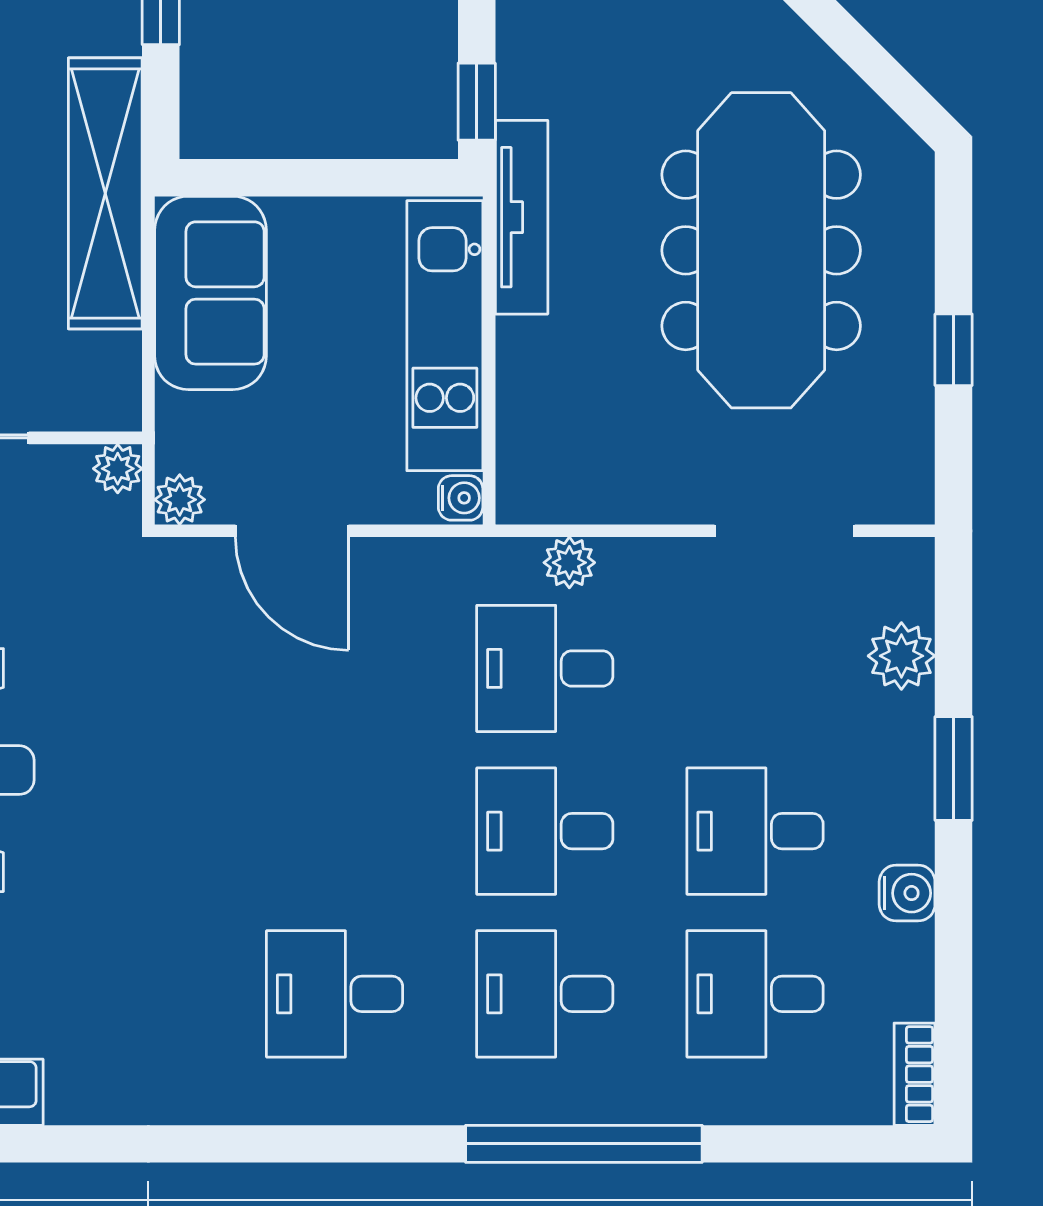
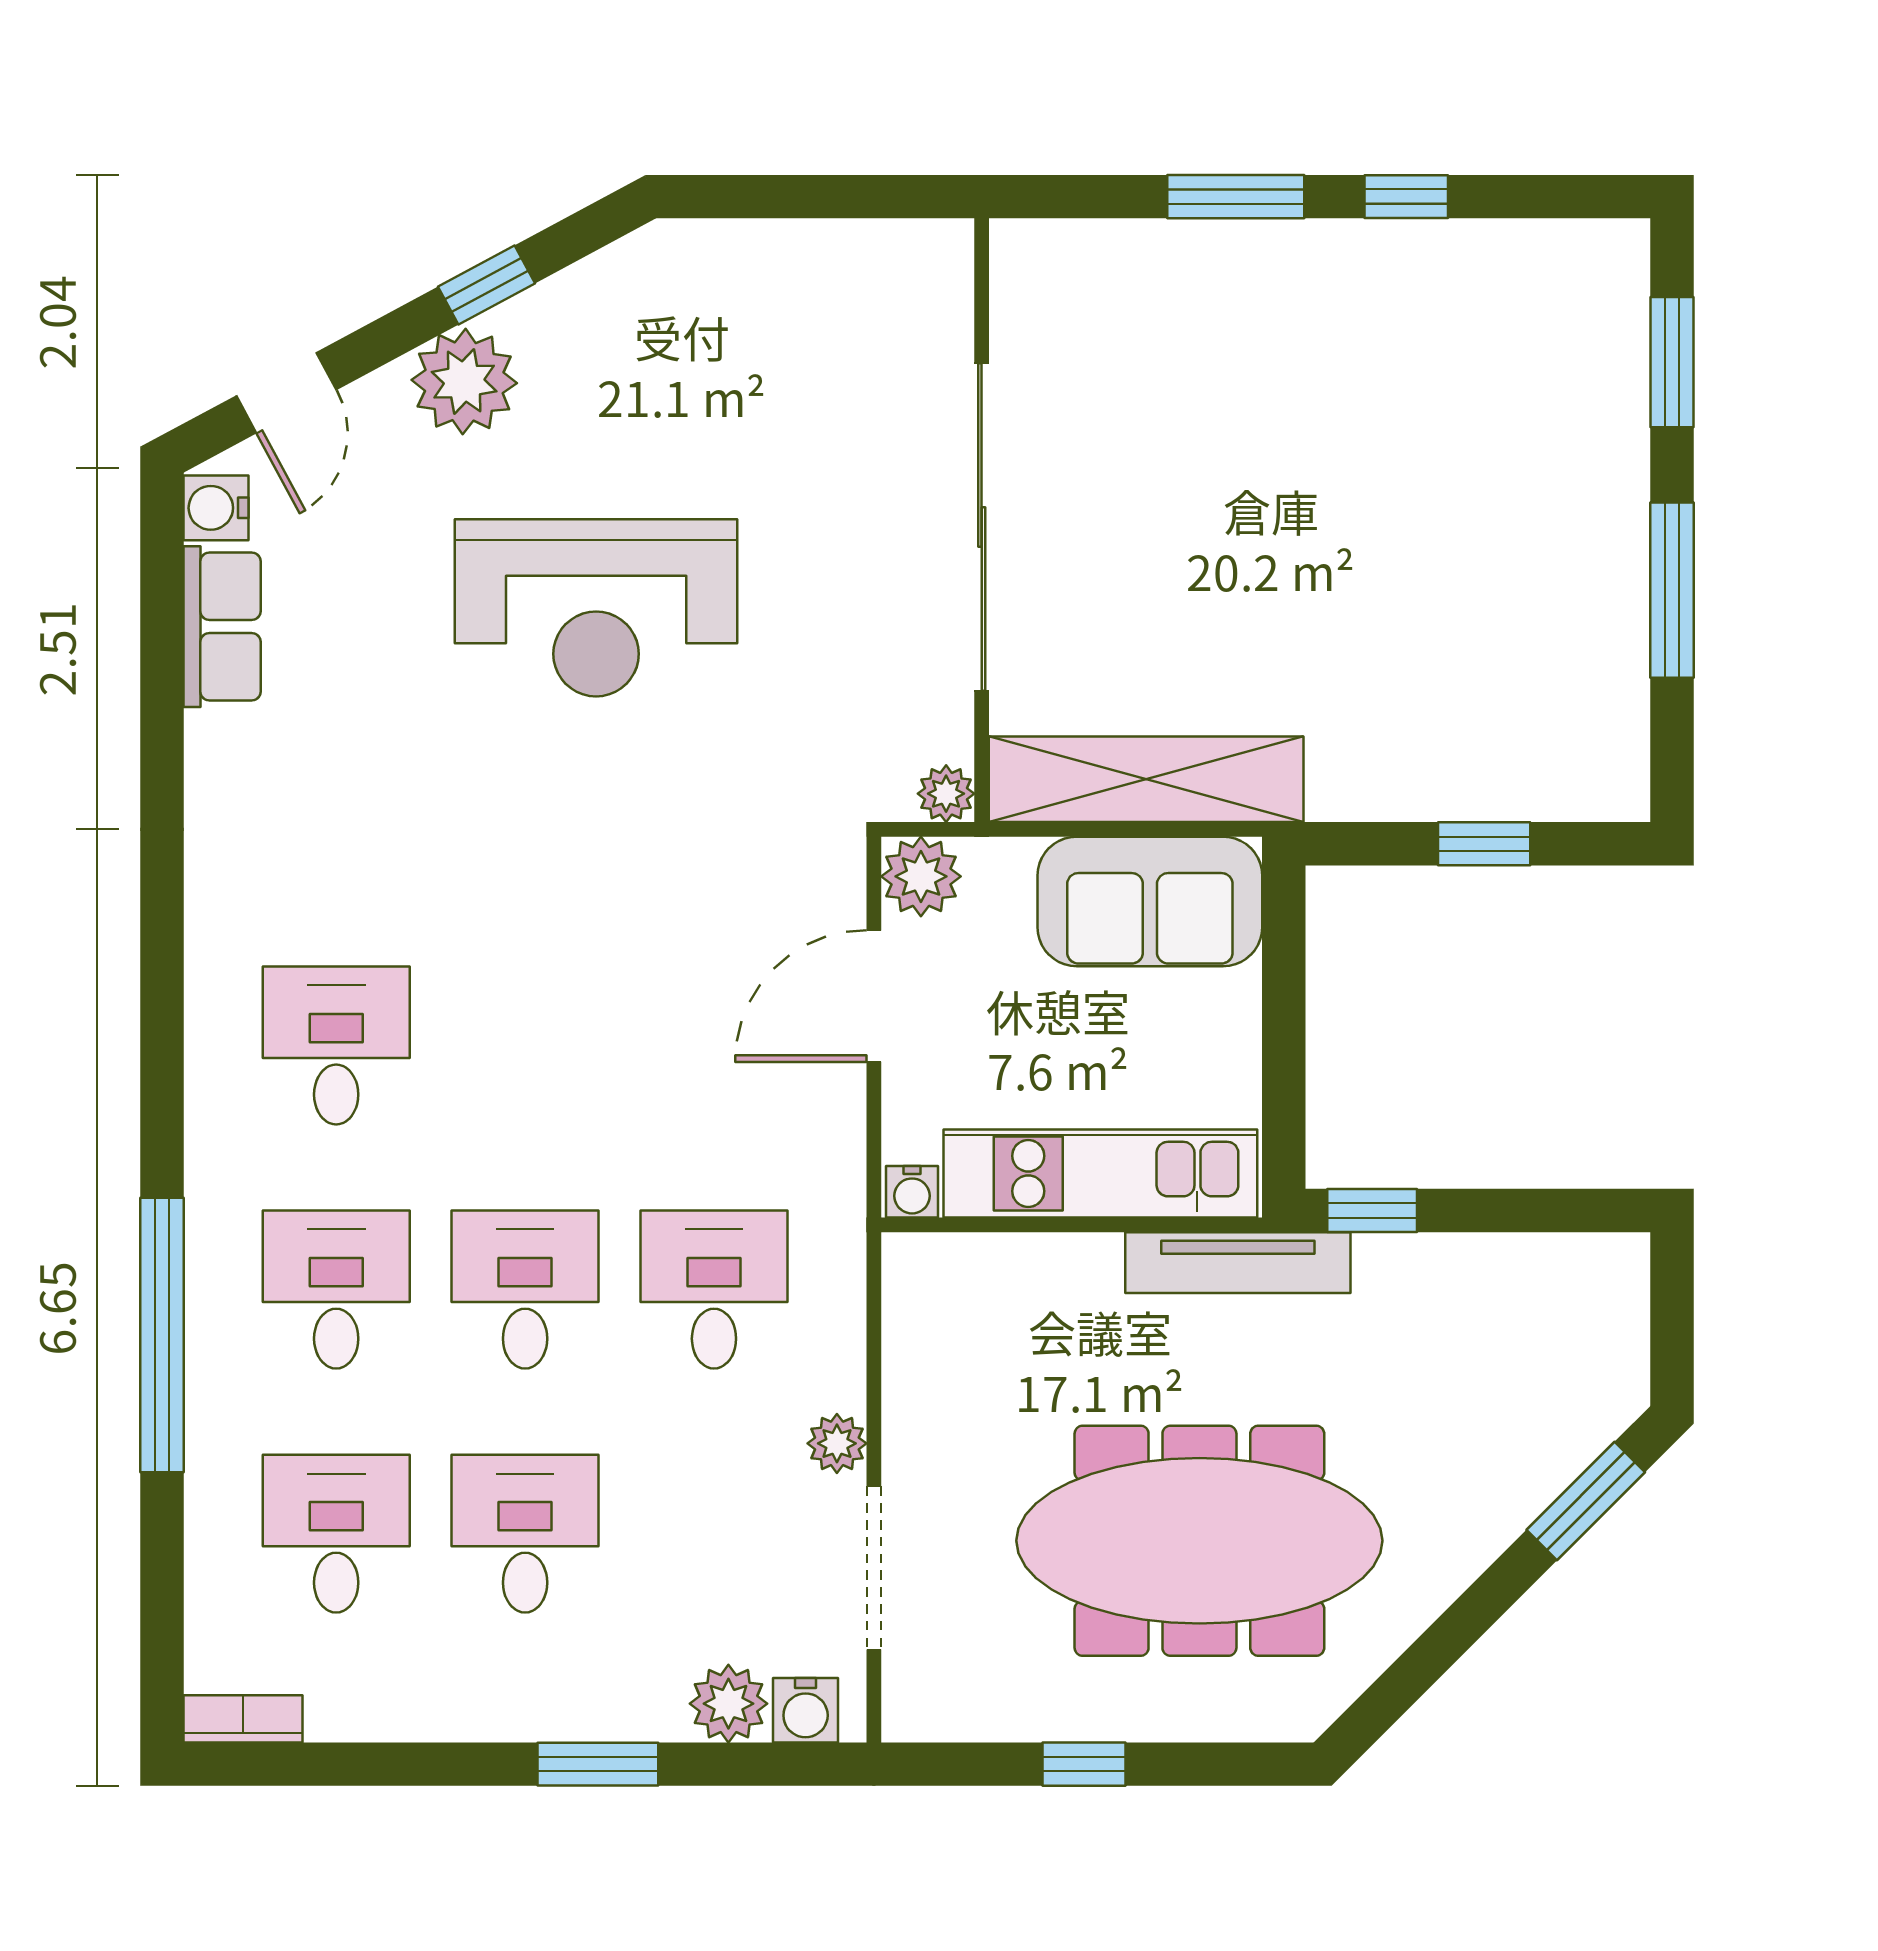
shelving: (105, 193) -> (1146, 779), moved
plant: (180, 500) -> (921, 876), width x1.38, depth x1.38
plant: (569, 563) -> (837, 1443), moved
water cooler: (907, 893) -> (806, 1710), moved

